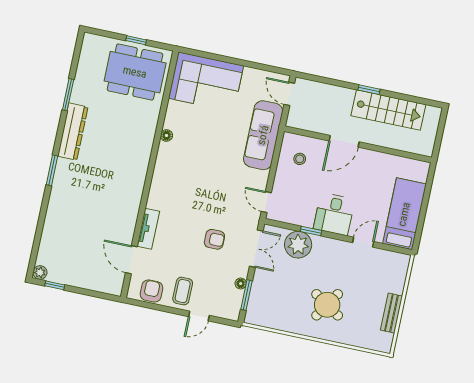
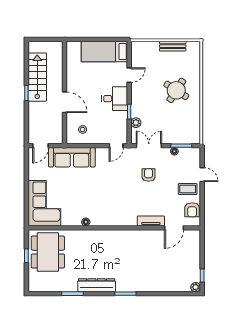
door: (363, 242) -> (129, 75), swing flipped
plant: (298, 245) -> (136, 123), width x0.53, depth x0.53
armchair: (152, 291) -> (192, 210), turned -90

